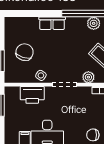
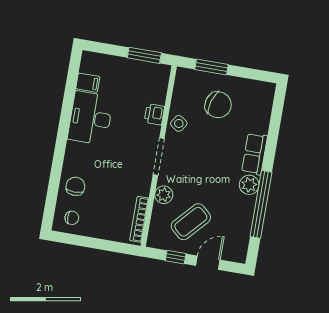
plant: (94, 23) -> (249, 185), moved
printer: (32, 95) -> (154, 114), width x0.53, depth x0.68

